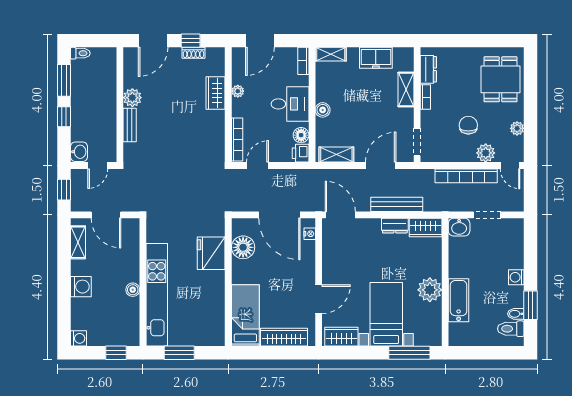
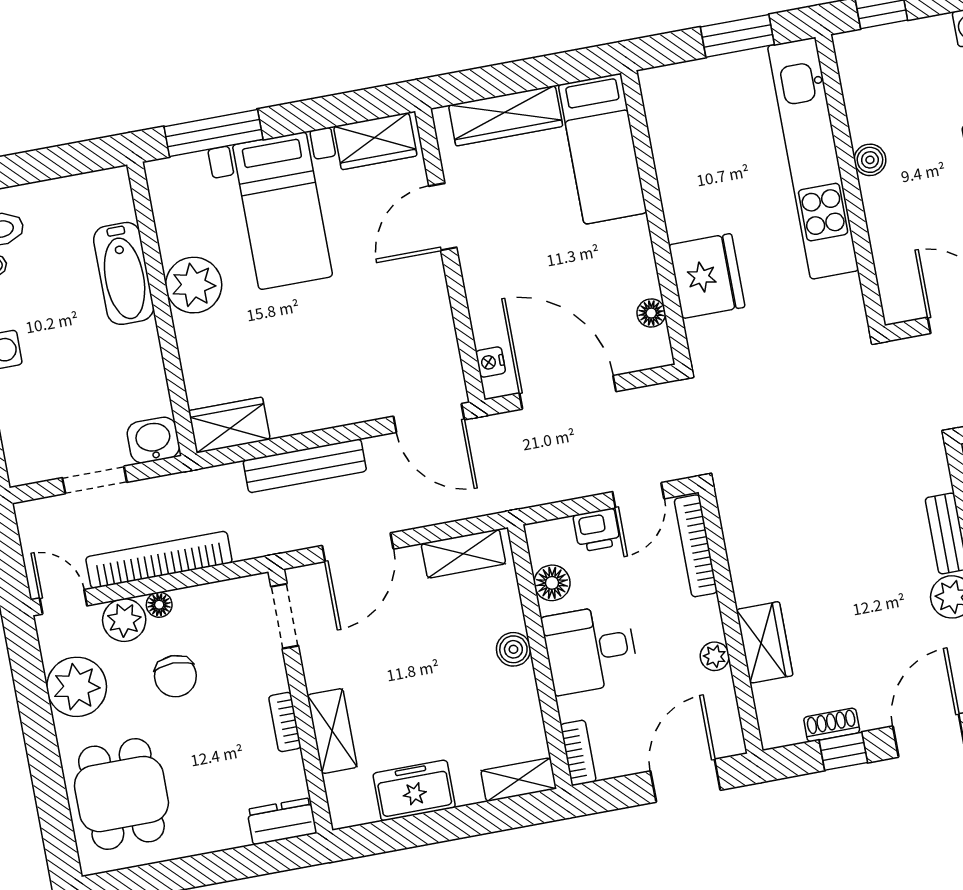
dresser: (428, 69) -> (282, 821), moved, turned 90
plant: (517, 128) -> (77, 687), width x1.87, depth x1.87
printer: (301, 153) -> (597, 530), moved, turned 90
floor lamp: (470, 157) -> (159, 605), added
dresser: (395, 226) -> (300, 417), removed
floor lamp: (243, 247) -> (651, 313), width x0.53, depth x0.53

